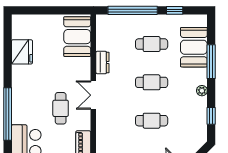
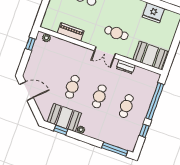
booth: (194, 47) -> (64, 118), moved
window: (211, 62) -> (115, 149), moved
double door: (93, 95) -> (105, 52), swing flipped
cafe table: (61, 108) -> (116, 33), moved

